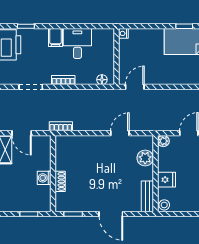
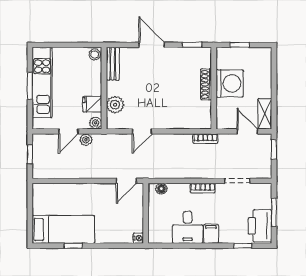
plant: (172, 125) -> (86, 140), added
washing machine: (44, 178) -> (230, 83), width x1.89, depth x1.89
fridge: (166, 180) -> (92, 104), moved
shoe rack: (60, 181) -> (206, 84), width x1.43

